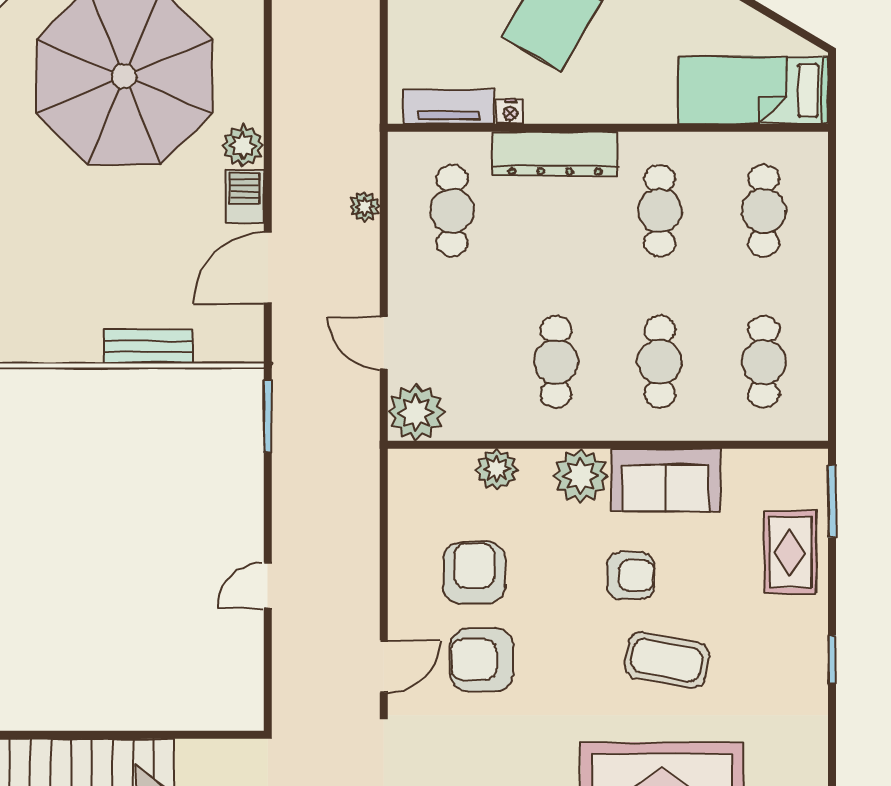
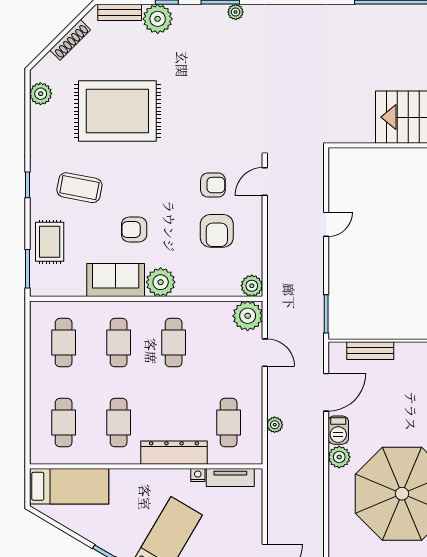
bench: (148, 347) -> (370, 351), moved
plant: (497, 469) -> (252, 286), moved
armchair: (482, 660) -> (213, 185), width x0.72, depth x0.72
coffee table: (667, 660) -> (79, 188), moved

